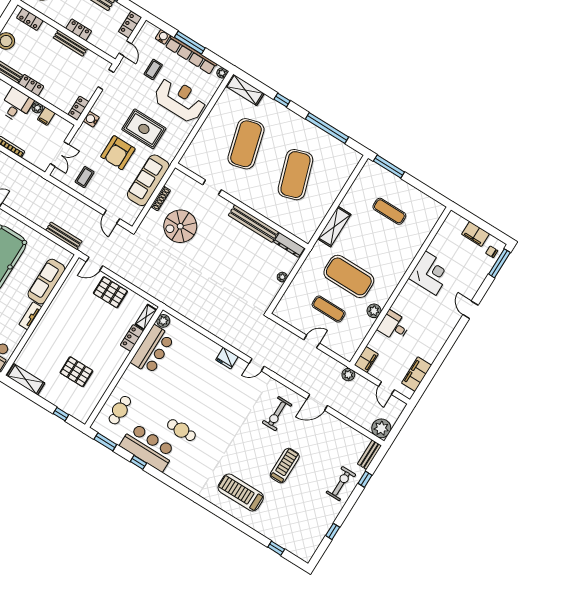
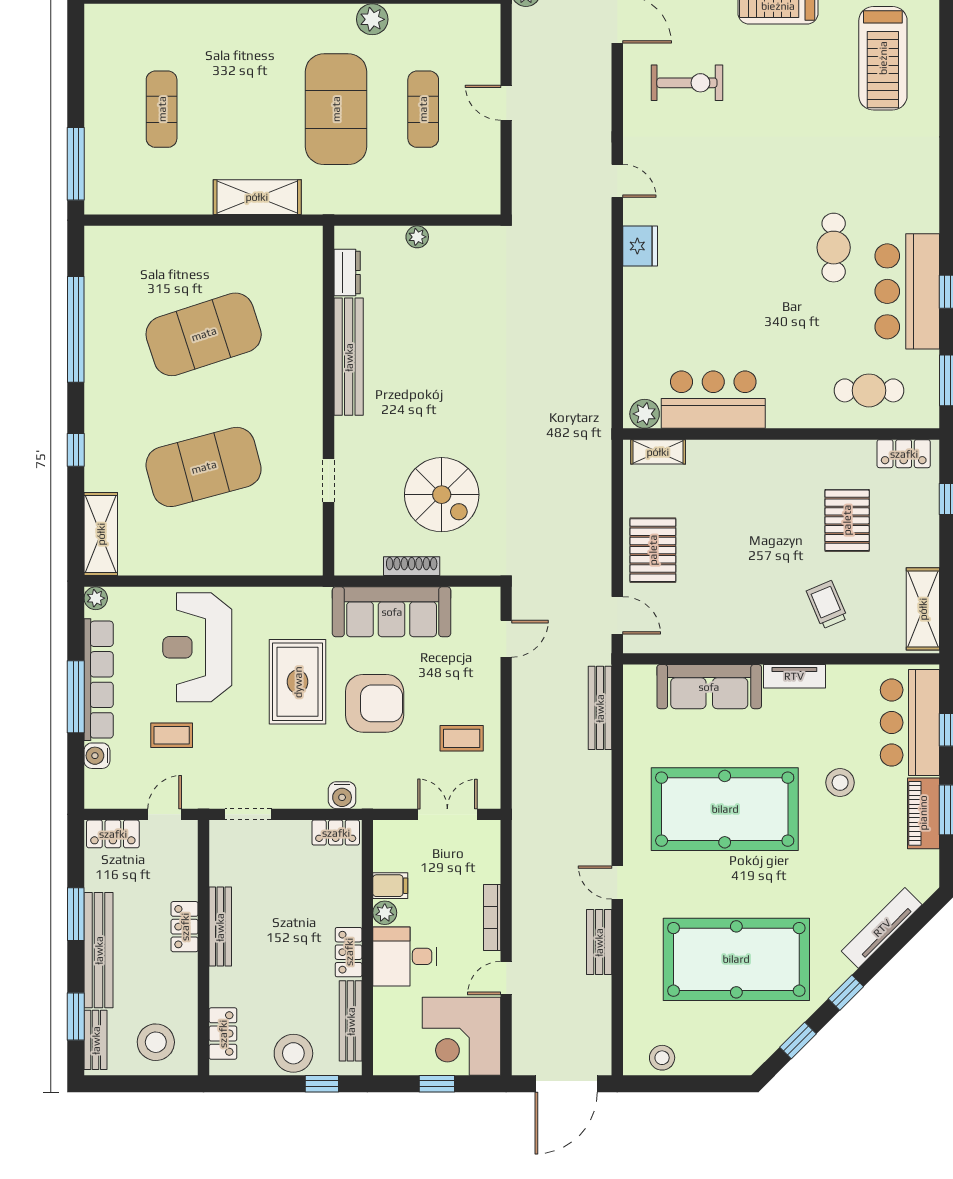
dresser: (289, 245) -> (347, 273), width x0.70
locker: (132, 338) -> (904, 454), moved
trolley: (50, 345) -> (827, 605), added

